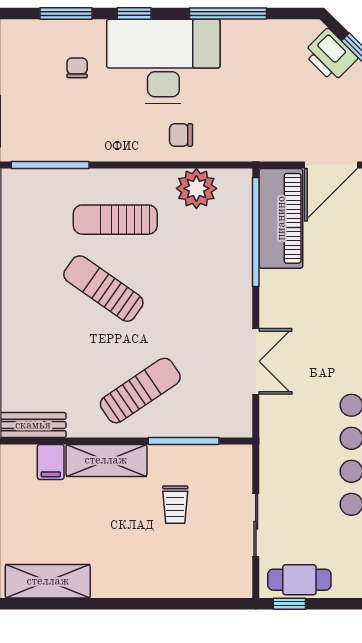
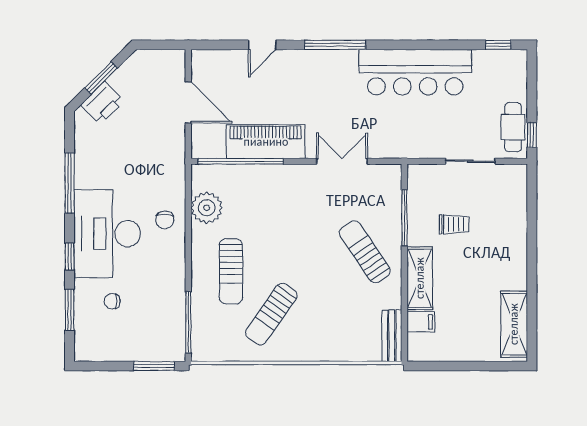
piano: (281, 218) -> (266, 142), moved
sun lounger: (103, 289) -> (271, 314), moved

